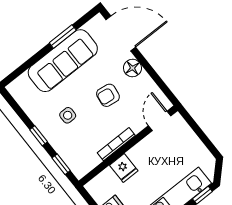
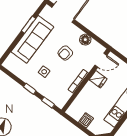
floor lamp: (132, 68) -> (85, 40), moved
door: (160, 121) -> (101, 60), swing flipped
fridge: (124, 168) -> (98, 79), moved

